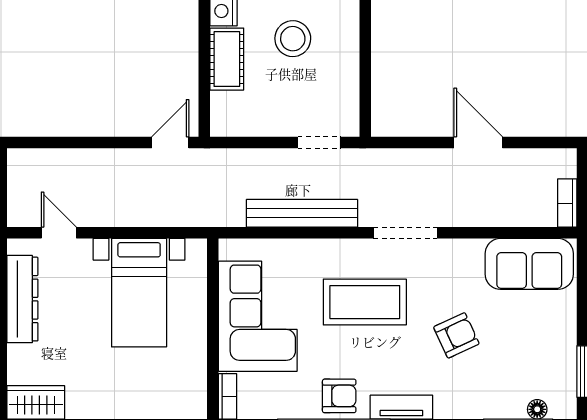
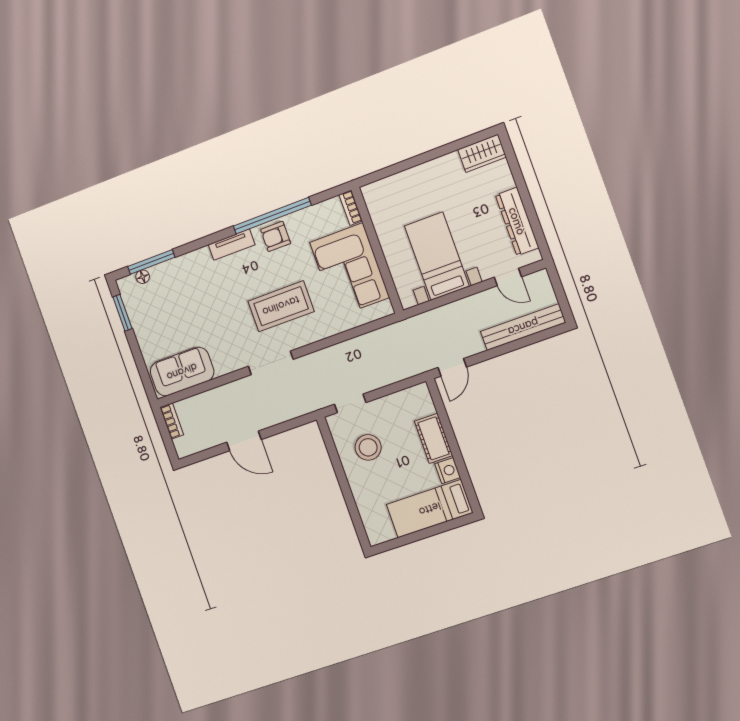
stool: (293, 39) -> (368, 447), moved
bench: (302, 213) -> (523, 327), moved
armchair: (456, 335) -> (213, 306), removed

